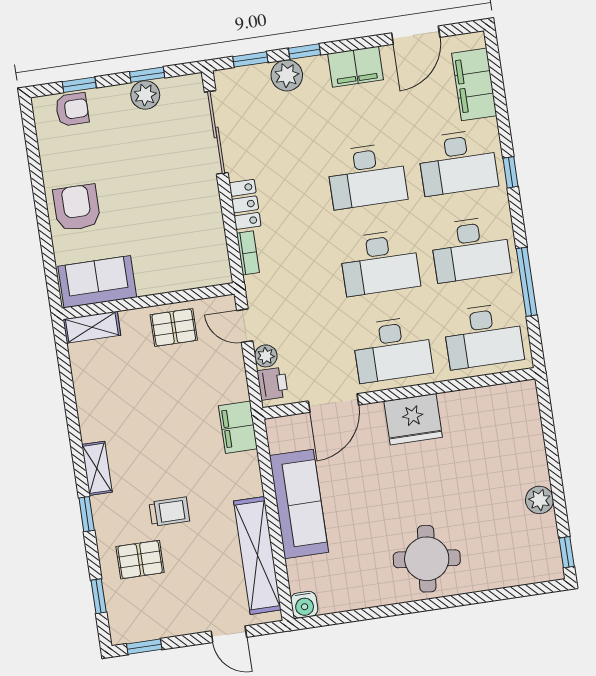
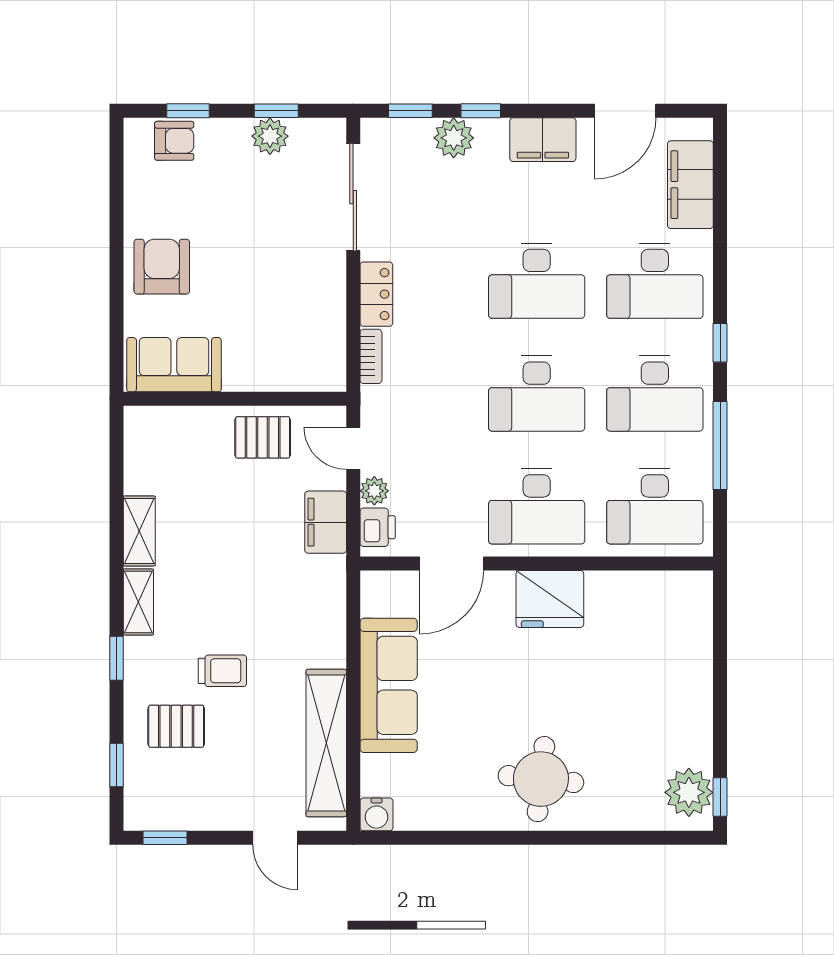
window: (510, 172) -> (720, 343), moved
shelving: (92, 327) -> (139, 531), moved, turned 90
filing cabinet: (238, 427) -> (326, 522), moved
plant: (539, 500) -> (689, 792), moved, width x1.36, depth x1.36

